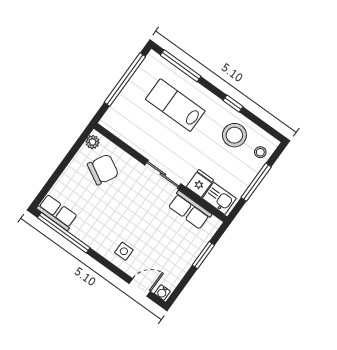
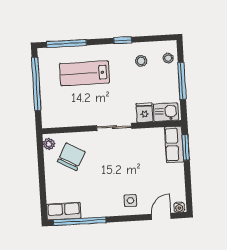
stool: (234, 135) -> (141, 61), width x0.53, depth x0.53
row of seats: (190, 210) -> (174, 144), moved, turned 90
window: (203, 255) -> (186, 147), moved

